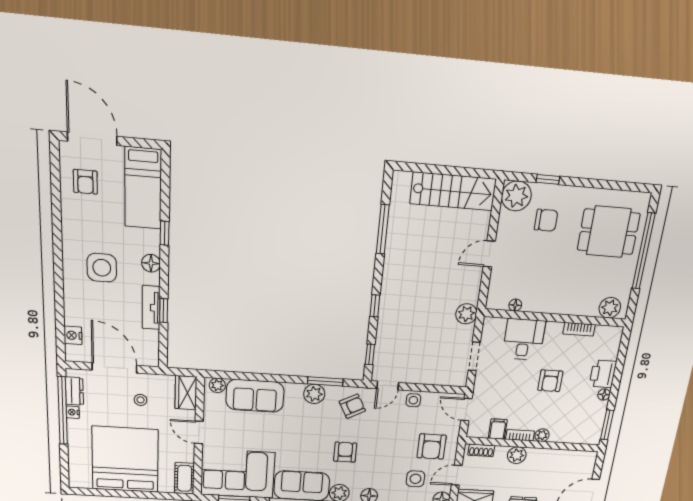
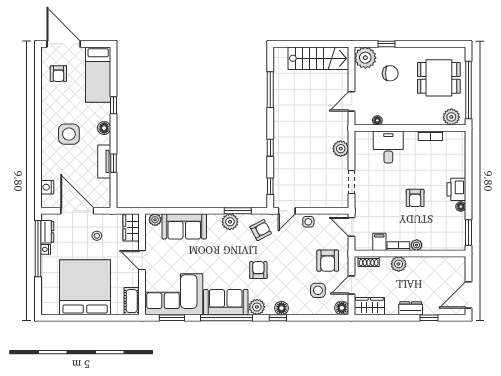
floor lamp: (515, 305) -> (377, 120), moved
plant: (610, 308) -> (451, 117), moved
wall: (555, 318) -> (410, 128), moved
bookcase: (579, 329) -> (430, 136), moved
desk: (524, 339) -> (388, 147), moved

